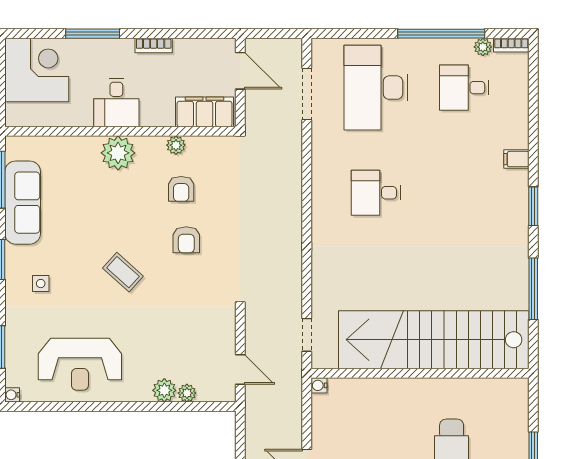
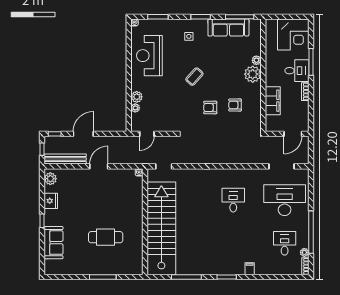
desk: (116, 103) -> (297, 71), moved, turned 180
filing cabinet: (204, 112) -> (273, 101), moved
plant: (176, 145) -> (256, 60), moved

